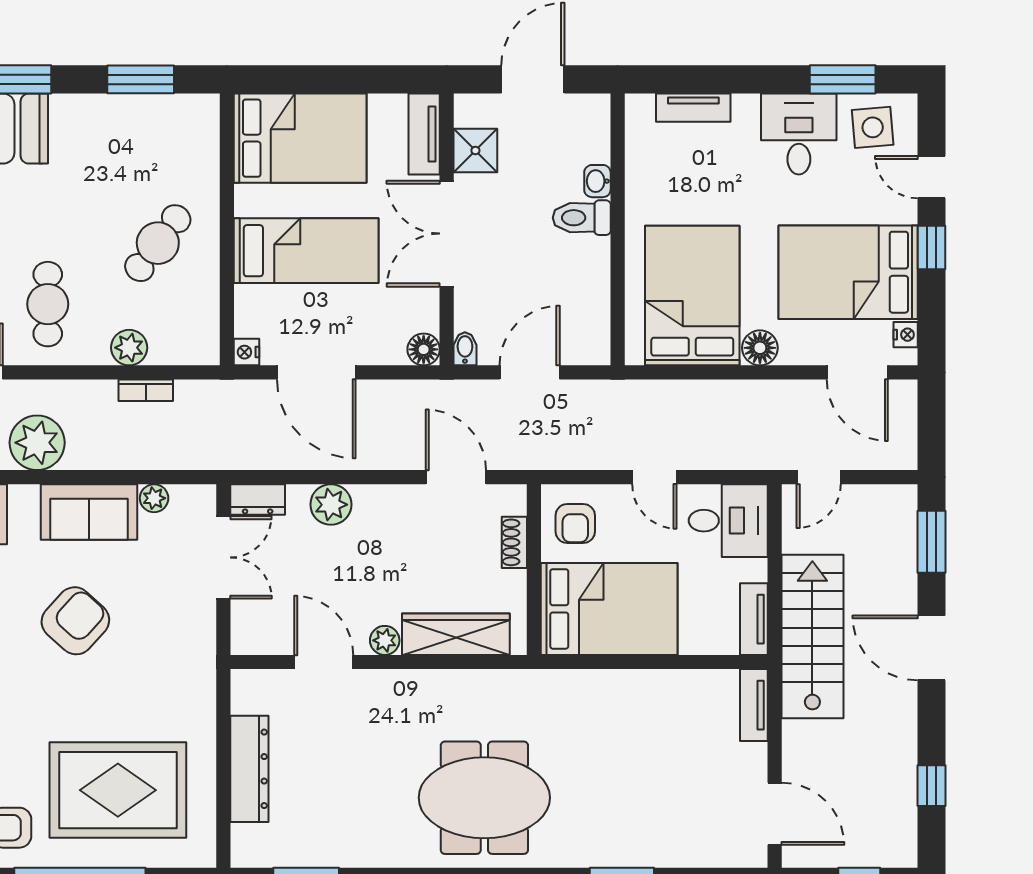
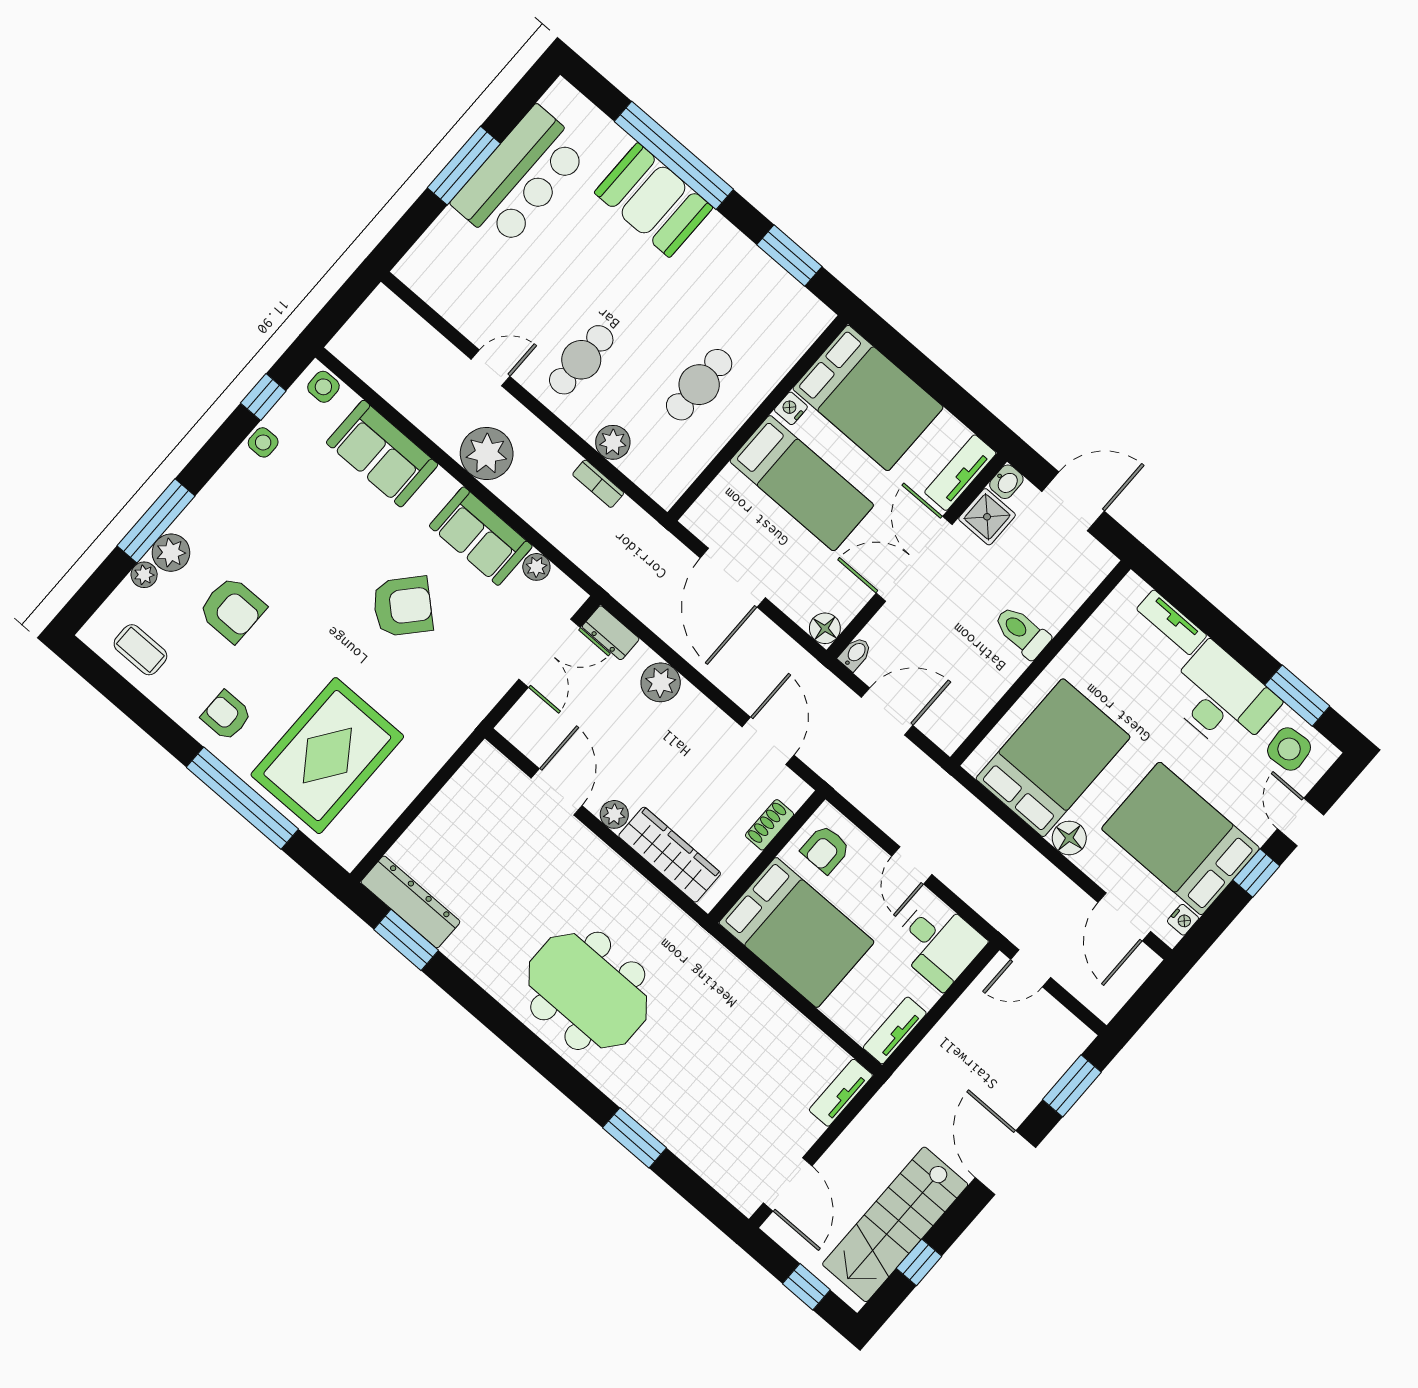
desk: (799, 134) -> (1221, 699), width x1.37
washbasin: (597, 181) -> (1006, 482), moved, turned 180
cafe table: (158, 243) -> (699, 385), turned -37
nightstand: (246, 352) -> (791, 408), moved
stairs: (812, 637) -> (895, 1224), moved, turned 180
dresser: (249, 769) -> (410, 902), moved, turned -90
rug: (118, 790) -> (327, 756), turned 90

